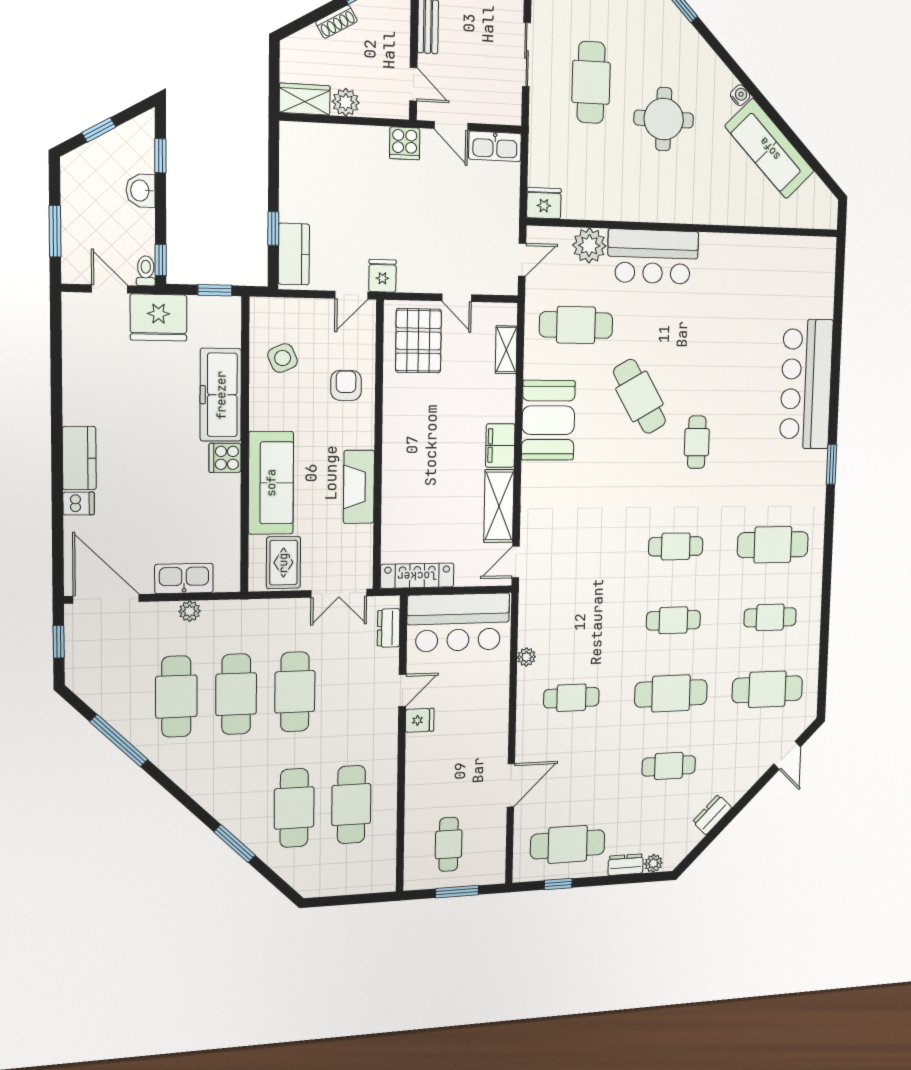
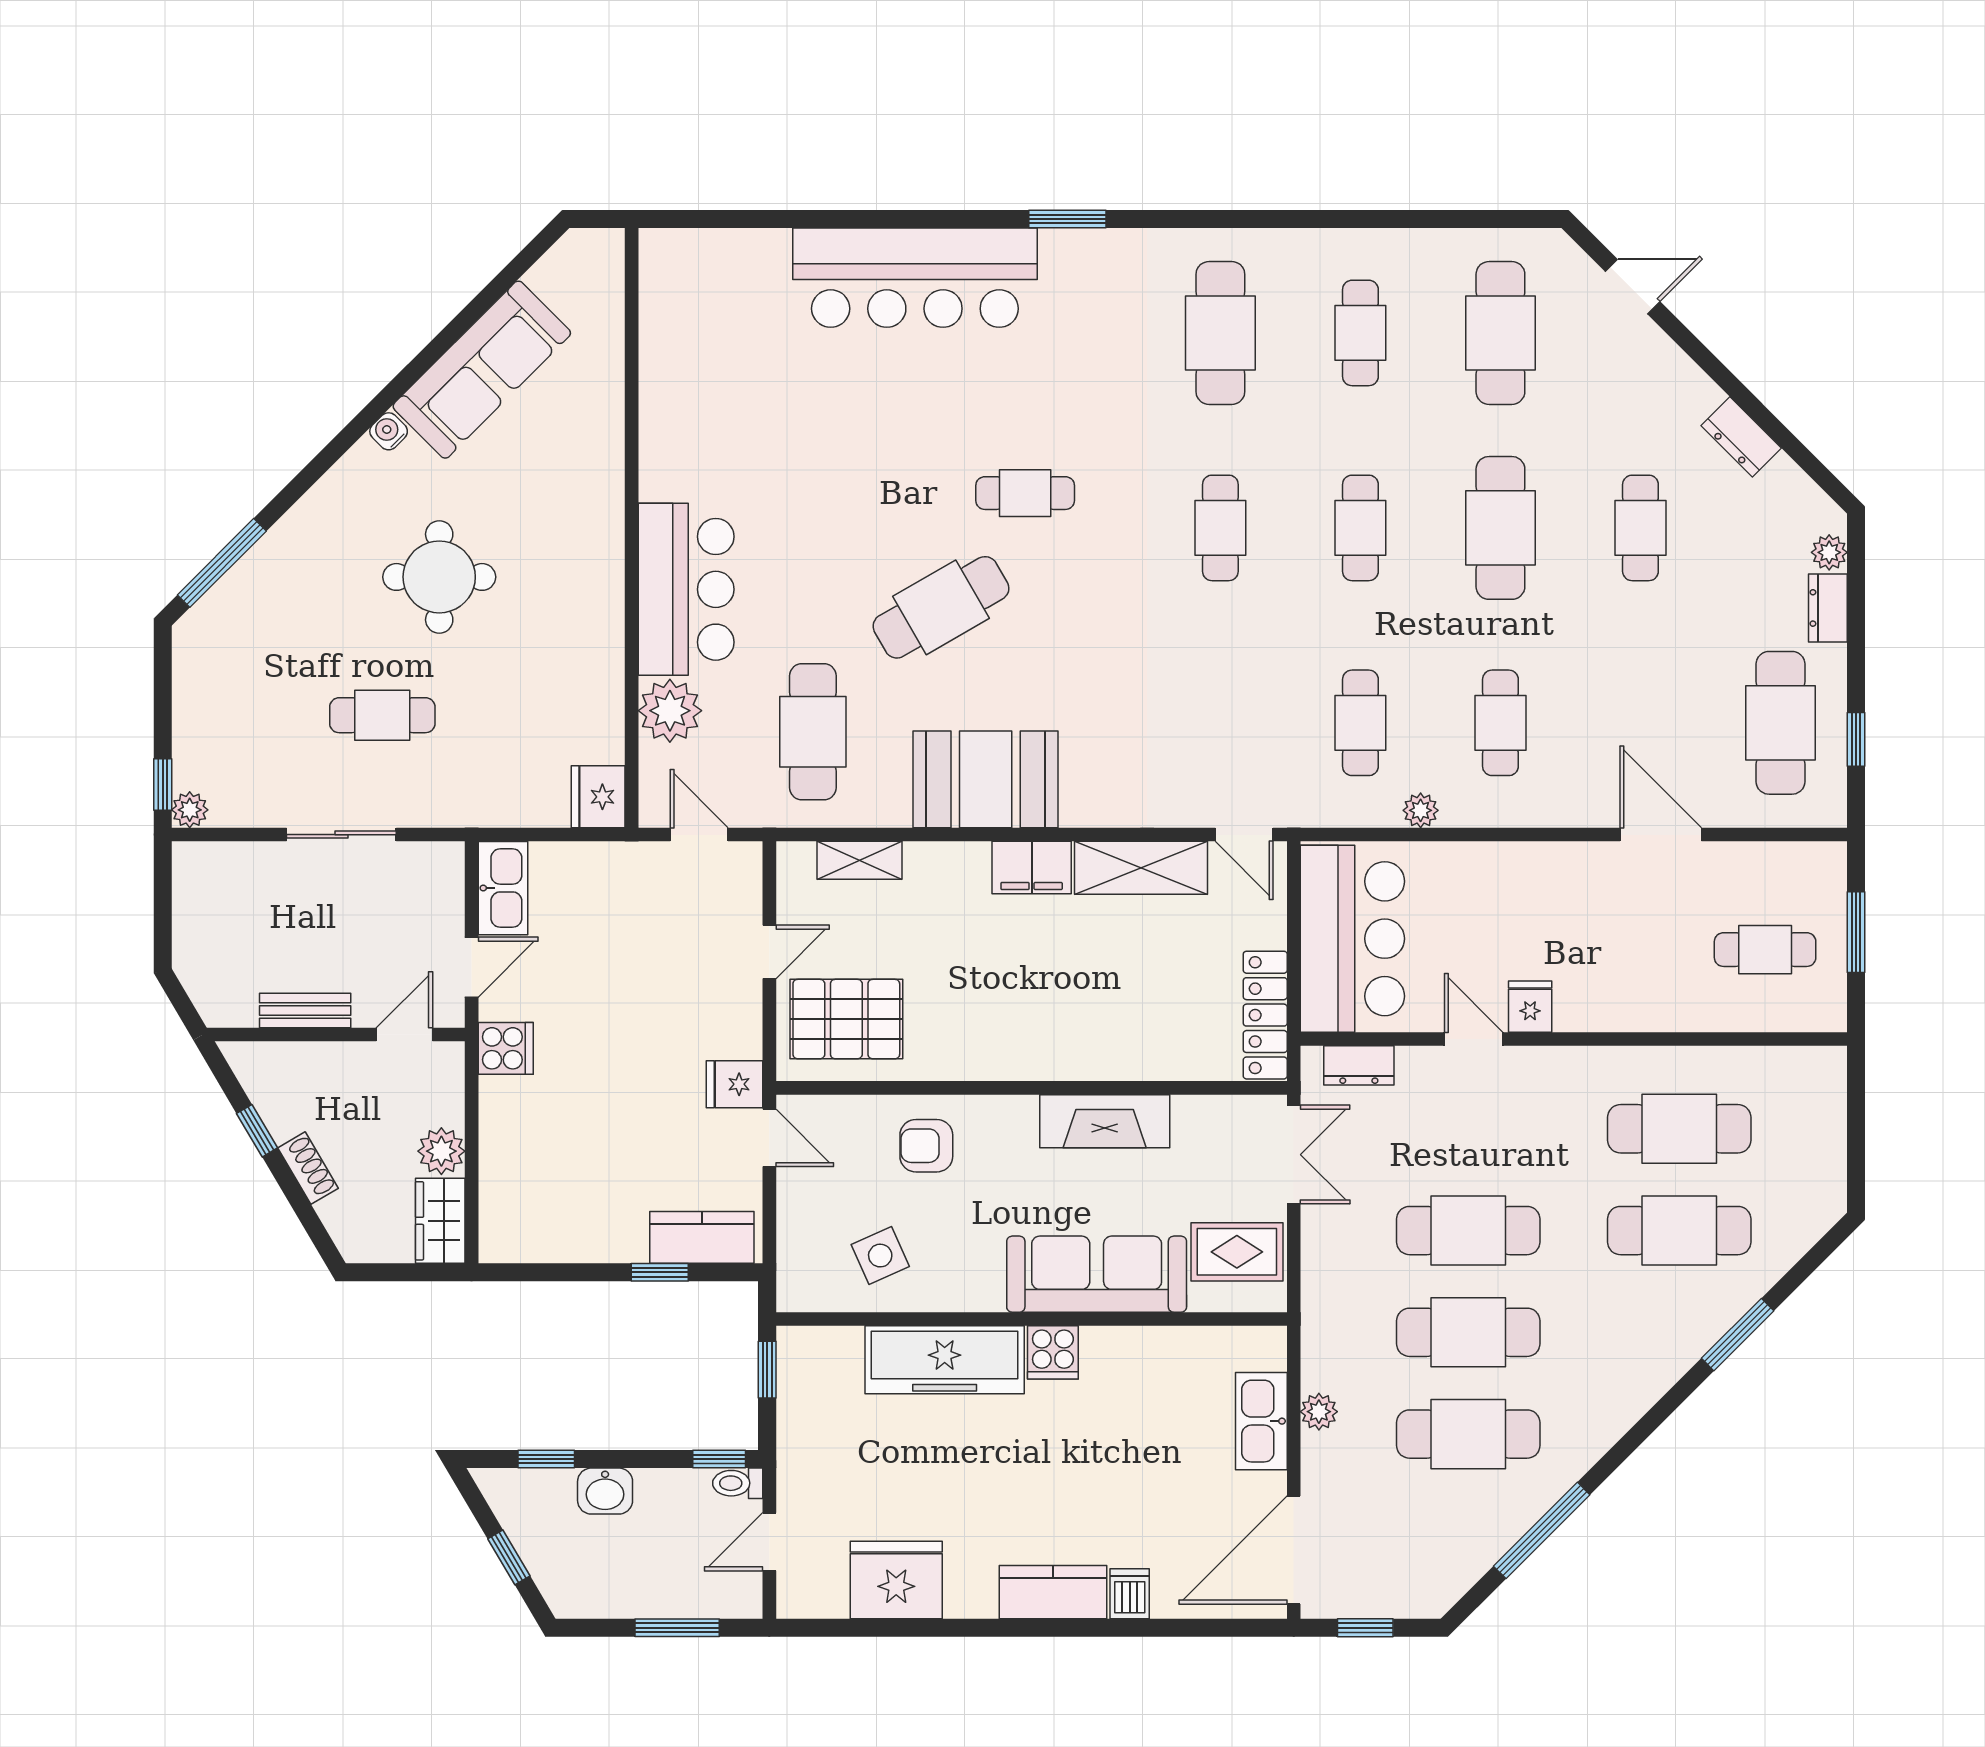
cafe table: (591, 82) -> (382, 715), width x0.73, depth x0.74
fridge: (159, 317) -> (896, 1580), moved, turned -90
cafe table: (573, 623) -> (1360, 723), added

